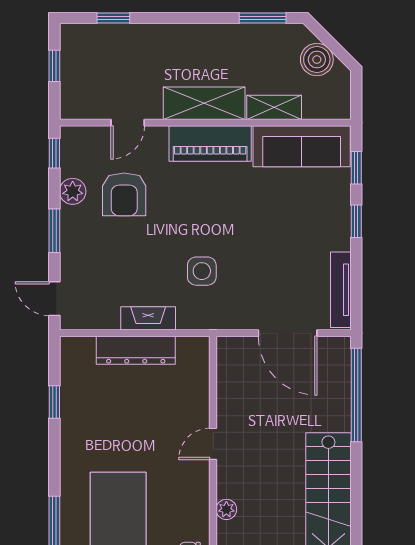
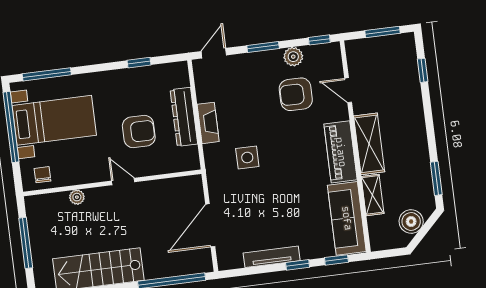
window: (54, 66) -> (382, 32), width x1.50
tv unit: (341, 290) -> (272, 257), moved
armchair: (148, 414) -> (139, 132), added

